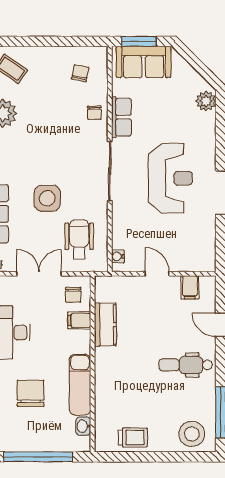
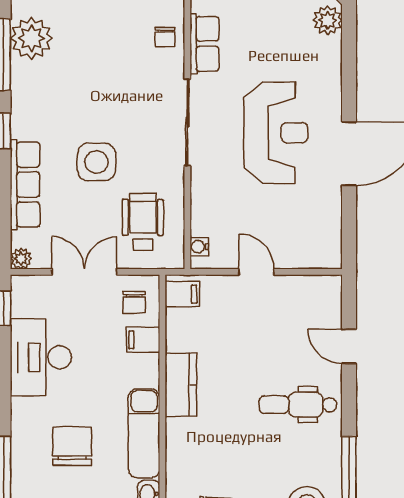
filing cabinet: (190, 287) -> (182, 294), moved, turned -90
kitchen counter: (105, 325) -> (181, 385), moved

